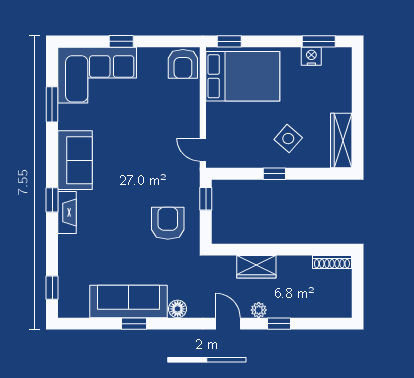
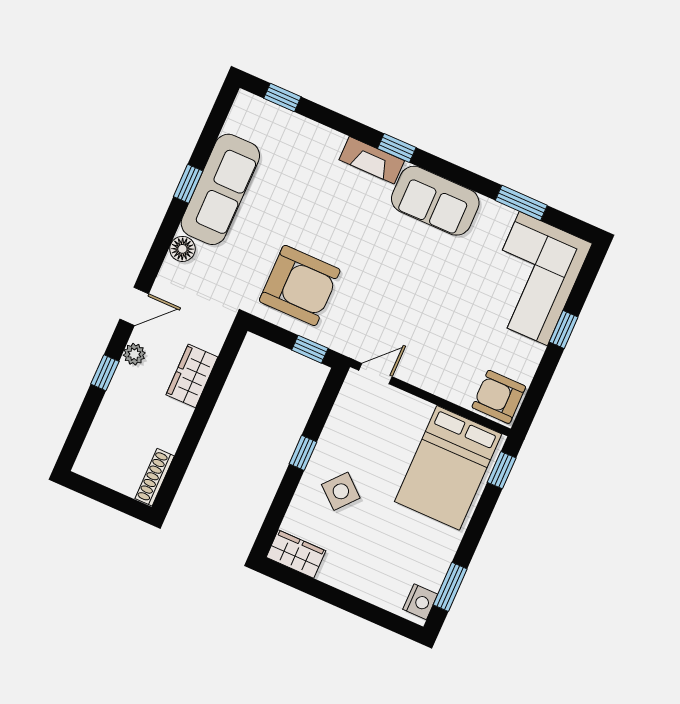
nightstand: (311, 56) -> (420, 602), moved
wardrobe: (341, 141) -> (296, 554), width x0.67
armchair: (168, 223) -> (300, 285), width x1.36, depth x1.36

